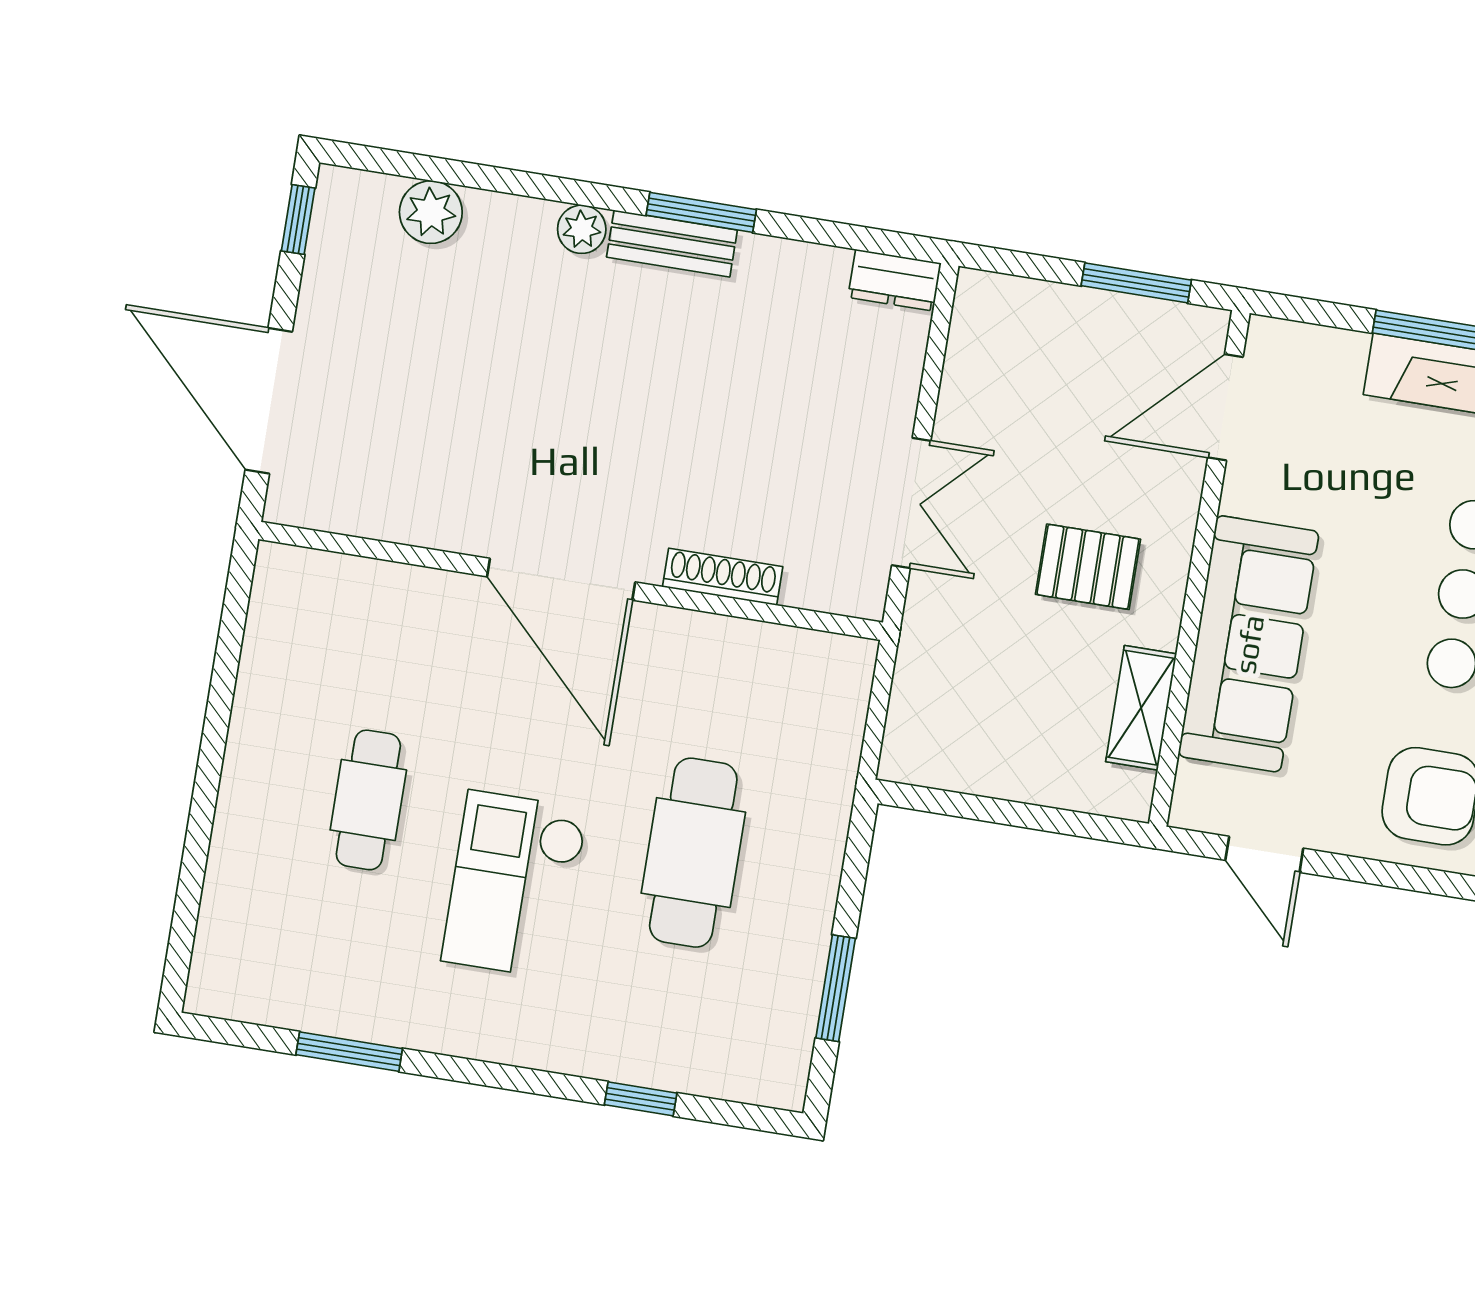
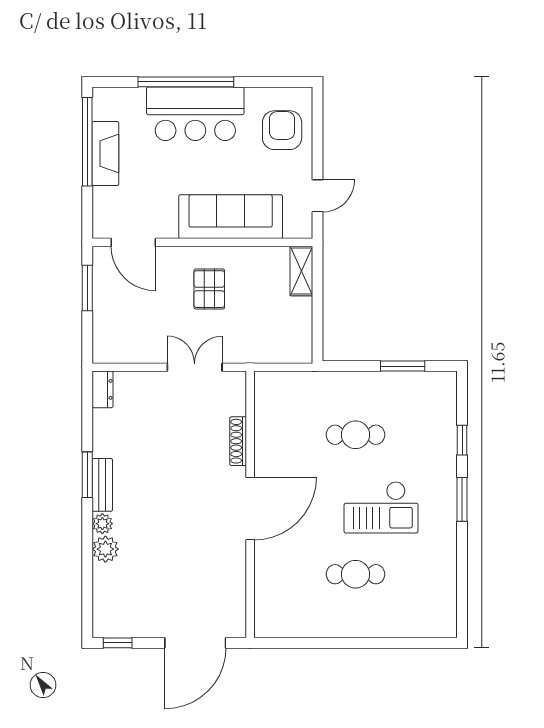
plant: (431, 212) -> (105, 549), moved
shelving: (1141, 708) -> (301, 271), moved, turned 90
cafe table: (693, 853) -> (356, 435), width x0.73, depth x0.74
window: (349, 1052) -> (462, 499), moved

